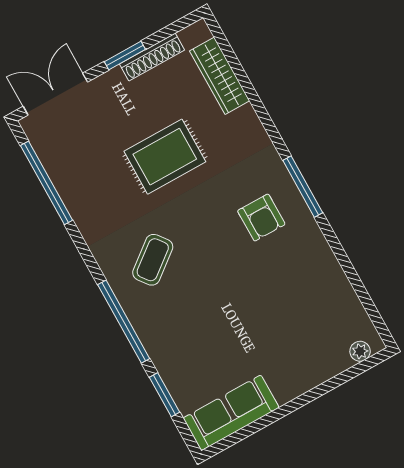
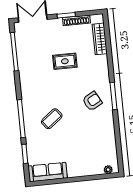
rug: (165, 157) -> (65, 61), width x0.73, depth x0.70
armchair: (261, 218) -> (92, 101), turned -118
coffee table: (153, 260) -> (52, 119), moved

